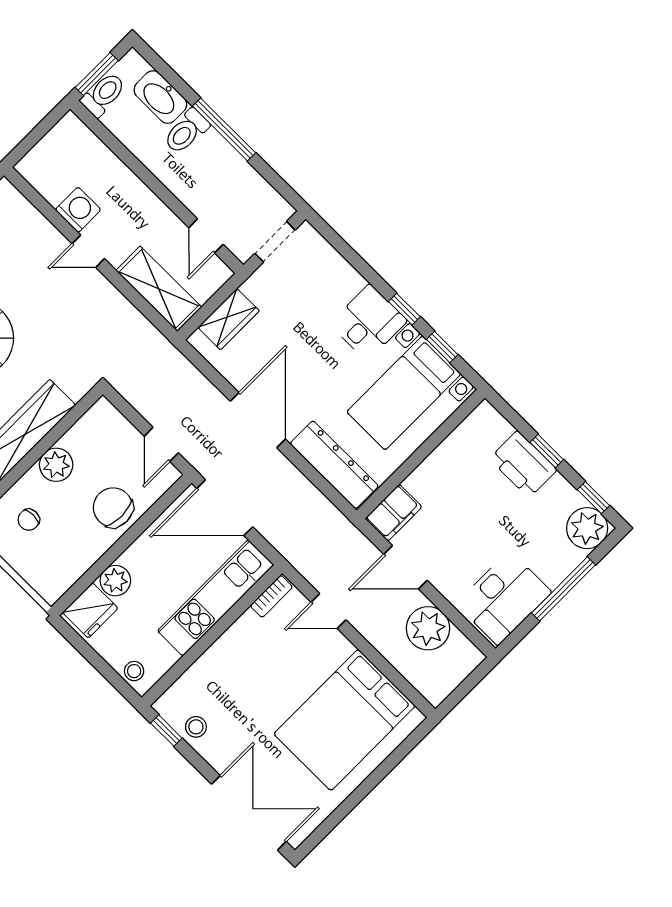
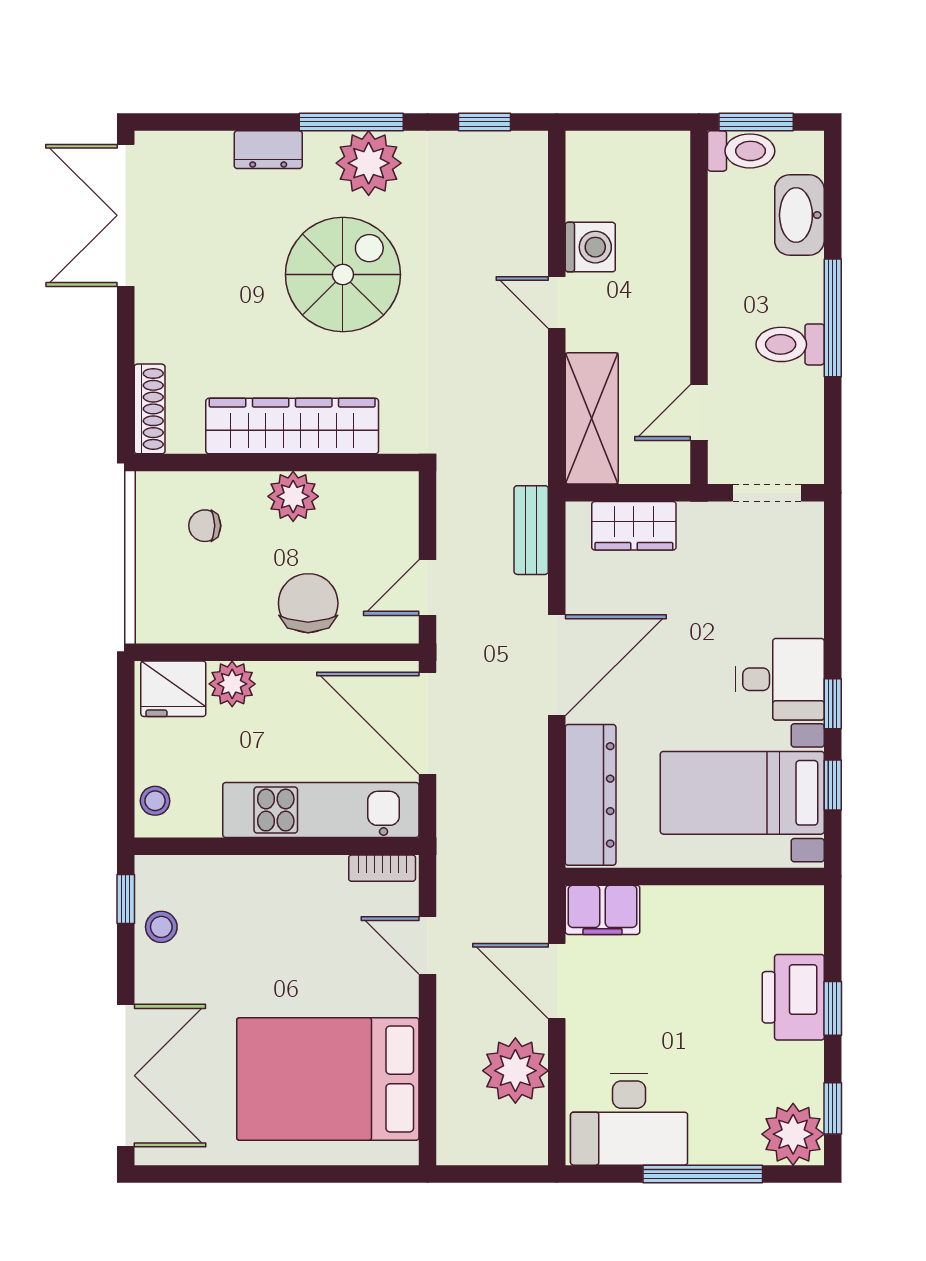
toilet: (186, 131) -> (790, 344), moved
bench: (183, 369) -> (531, 530), added

